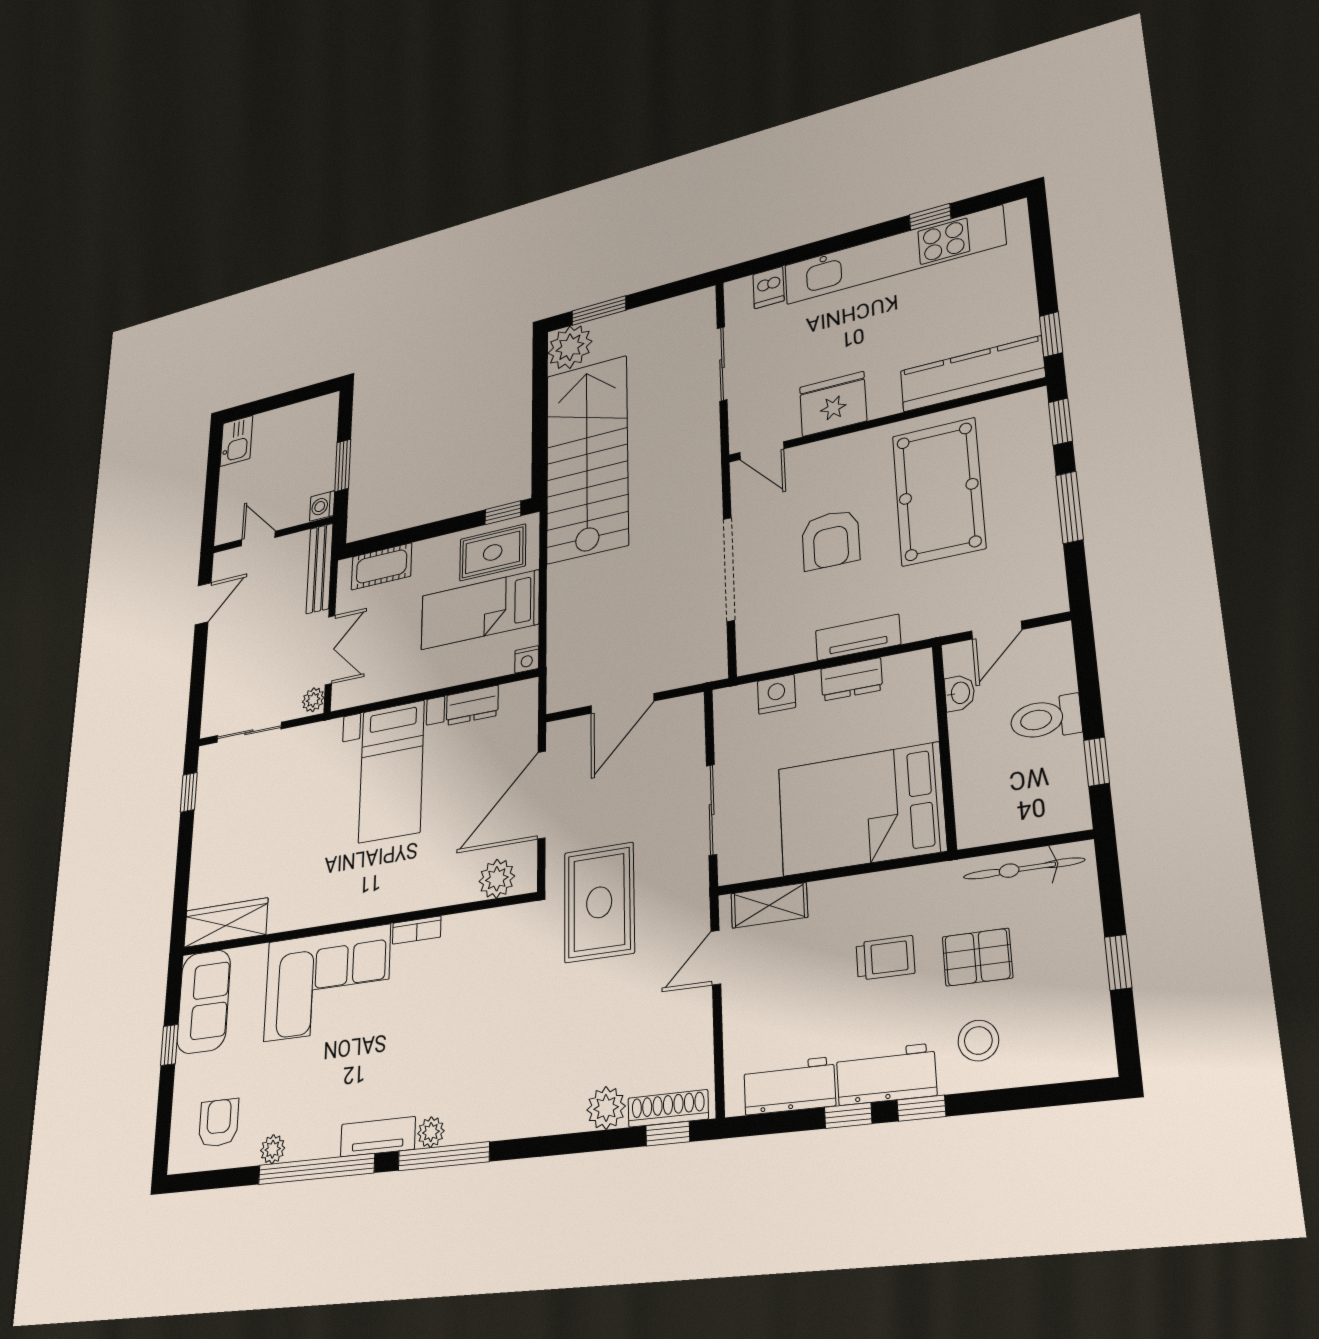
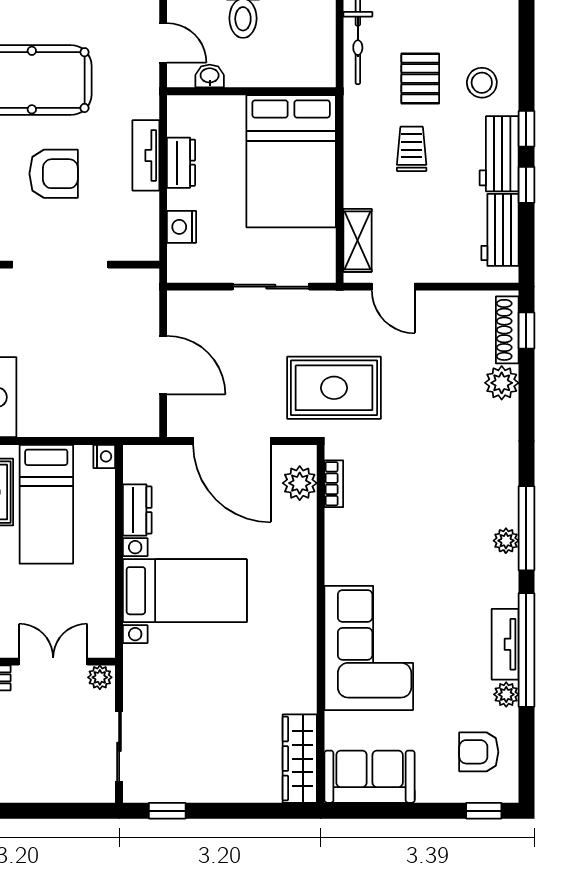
bookcase: (417, 930) -> (334, 484), moved
window: (169, 1045) -> (484, 811), moved
tv unit: (378, 1137) -> (505, 644), moved

